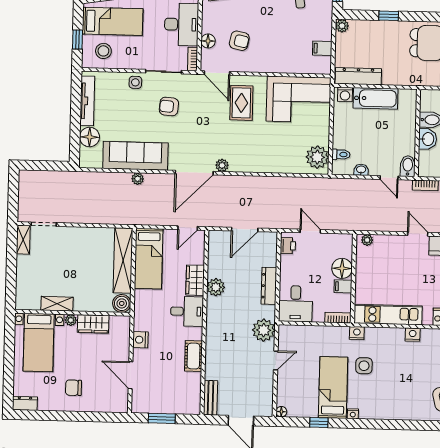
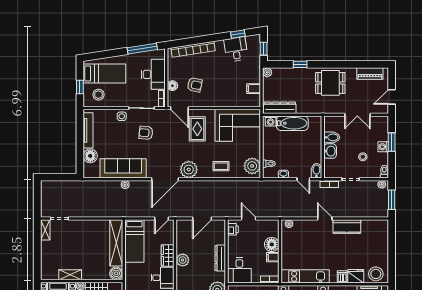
coffee table: (274, 156) -> (221, 166), added
plant: (222, 165) -> (189, 170), width x1.88, depth x1.88

